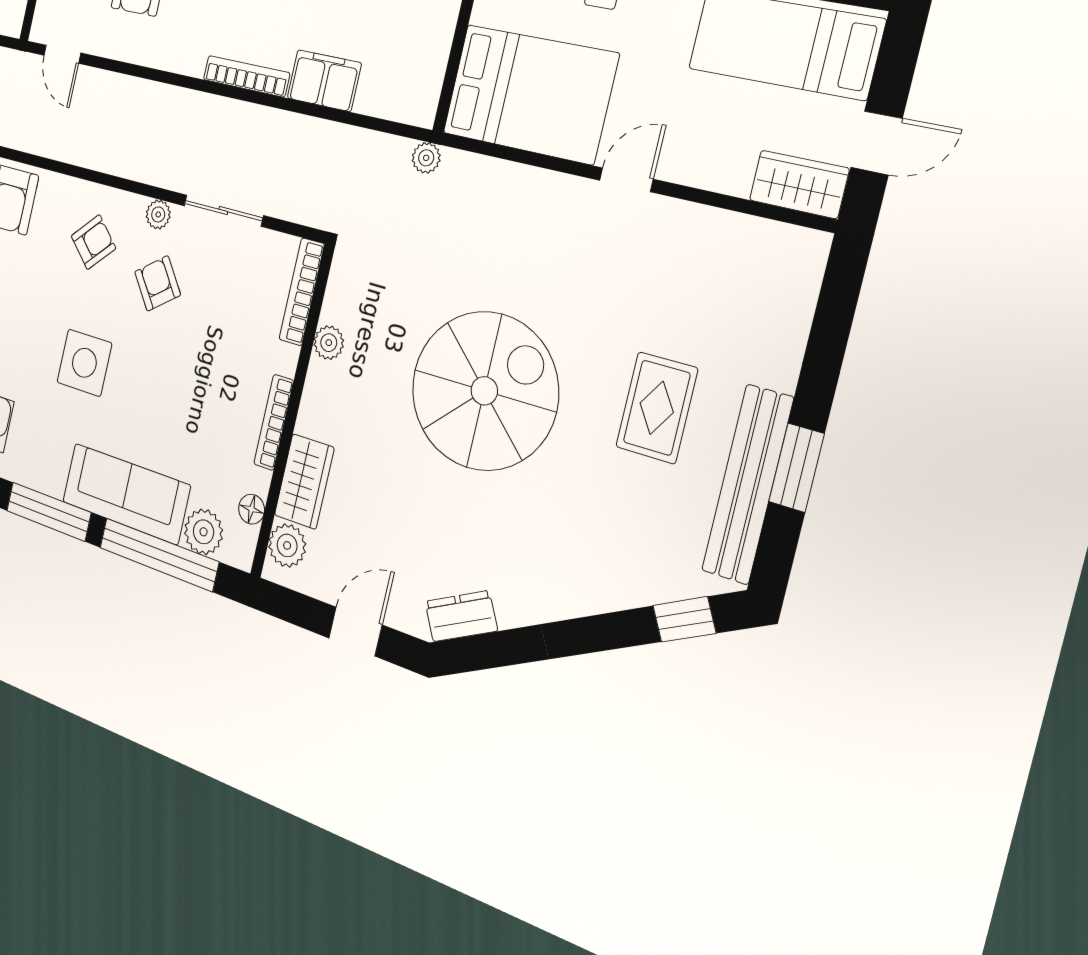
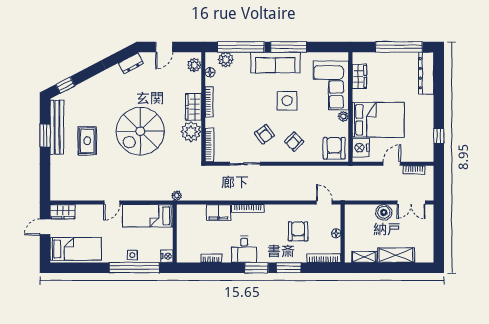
bed: (530, 94) -> (148, 216), width x0.67
plant: (158, 214) -> (270, 157), removed
plant: (329, 343) -> (191, 132), width x1.87, depth x1.87
wardrobe: (304, 481) -> (193, 107), moved
sofa: (126, 494) -> (275, 63), moved

